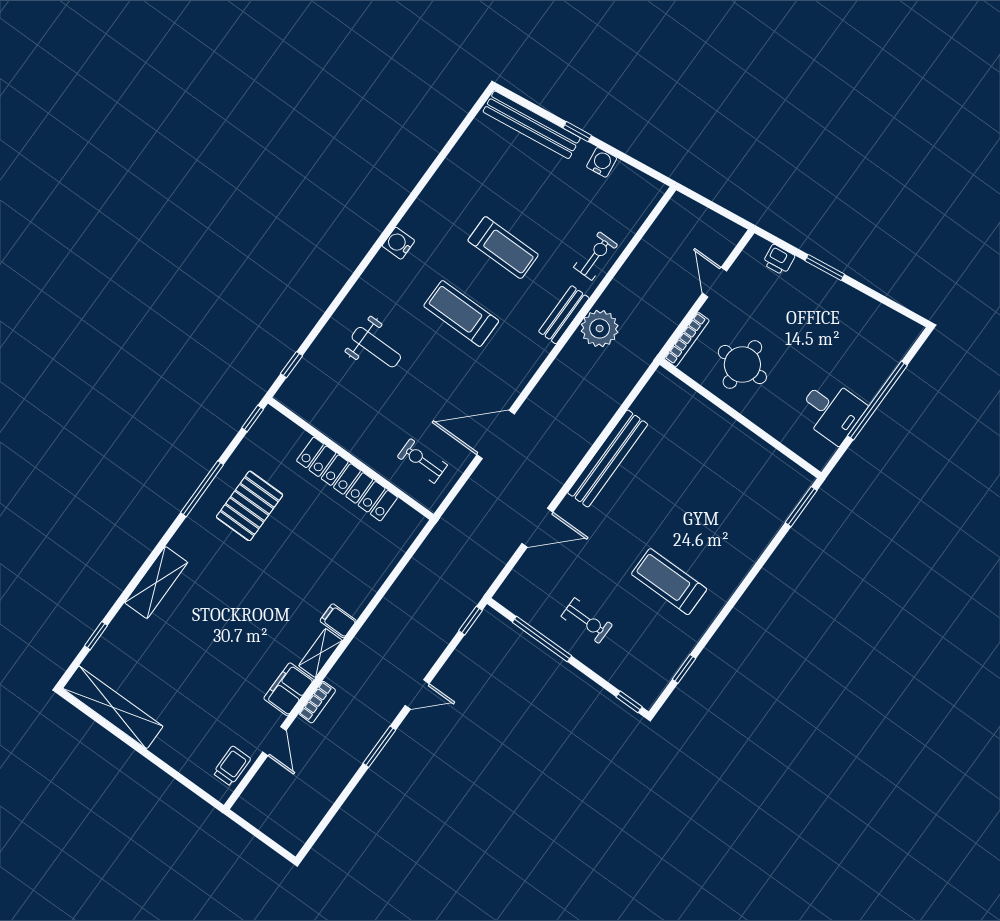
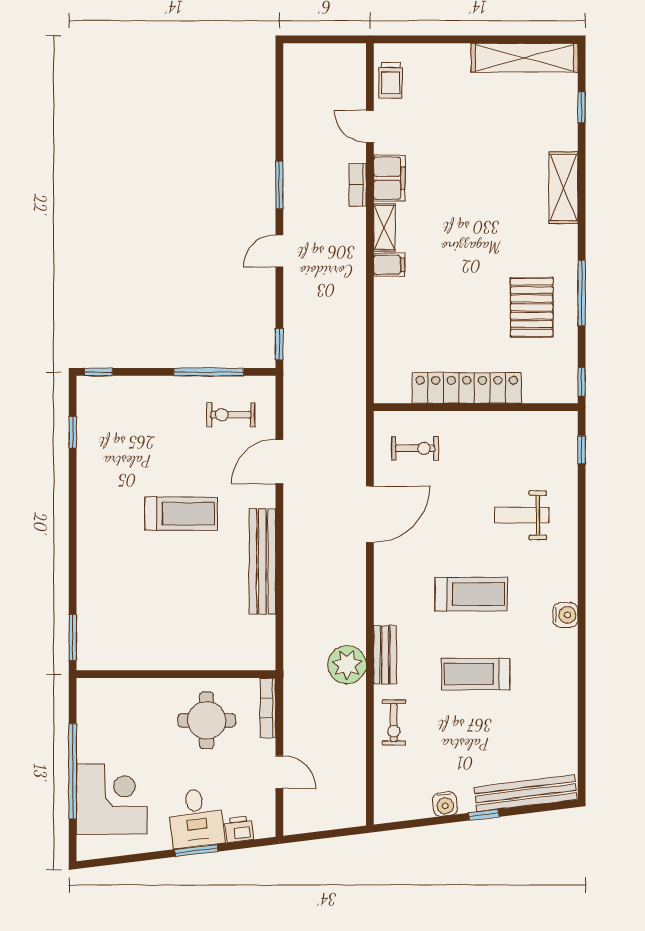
corner desk: (862, 356) -> (112, 799), added
desk: (832, 411) -> (196, 818), moved, turned -97
treadmill: (669, 582) -> (181, 514), moved
exercise bike: (587, 621) -> (231, 415), moved

